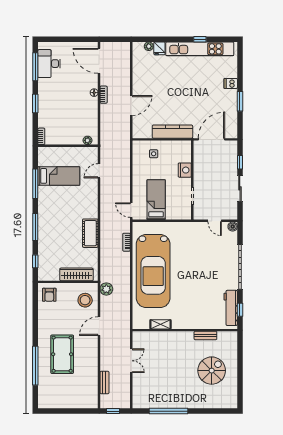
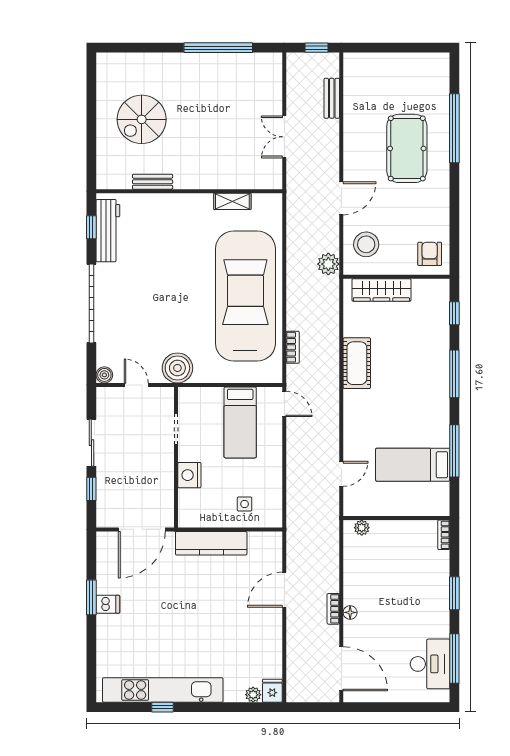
fridge: (159, 48) -> (272, 691), moved
dishwasher: (231, 83) -> (108, 604), moved
boiler: (191, 230) -> (177, 368), added

